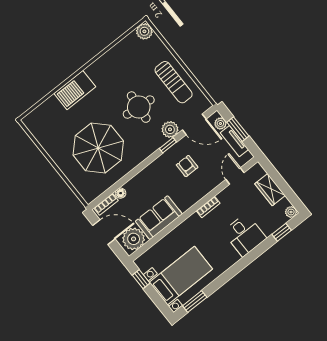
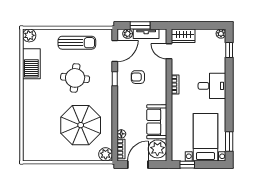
barbecue: (75, 90) -> (31, 64), moved
plant: (170, 129) -> (106, 154), moved
wardrobe: (270, 190) -> (183, 36), moved
desk: (245, 235) -> (212, 86), moved

